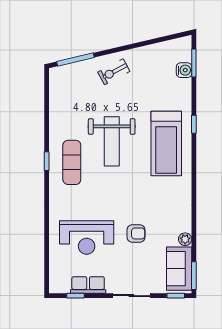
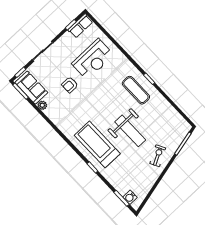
water cooler: (184, 70) -> (130, 197), moved
weight bench: (112, 141) -> (130, 131), moved, turned 180
reception desk: (87, 237) -> (93, 59), turned 180
row of seats: (88, 285) -> (80, 26), moved

